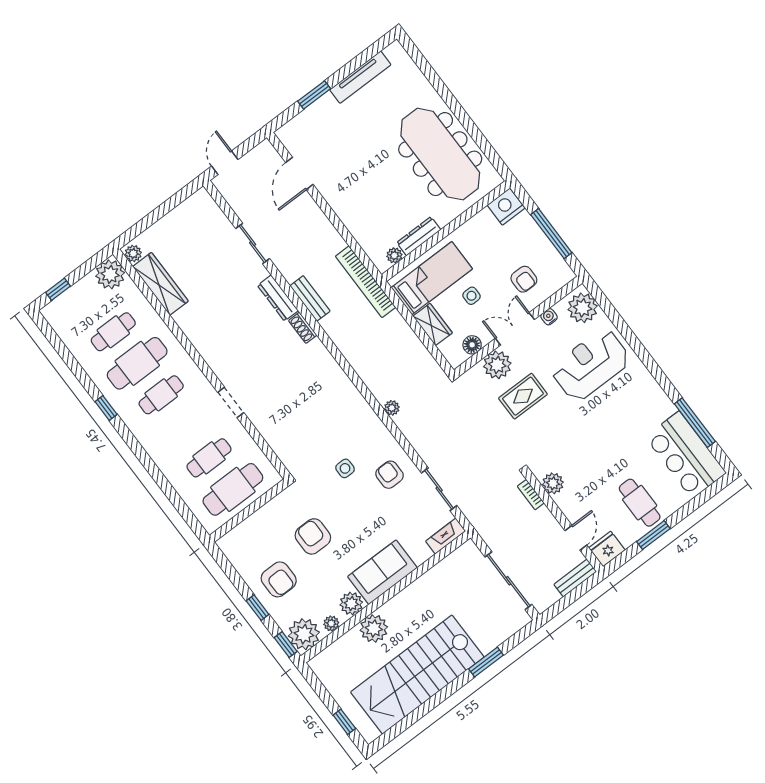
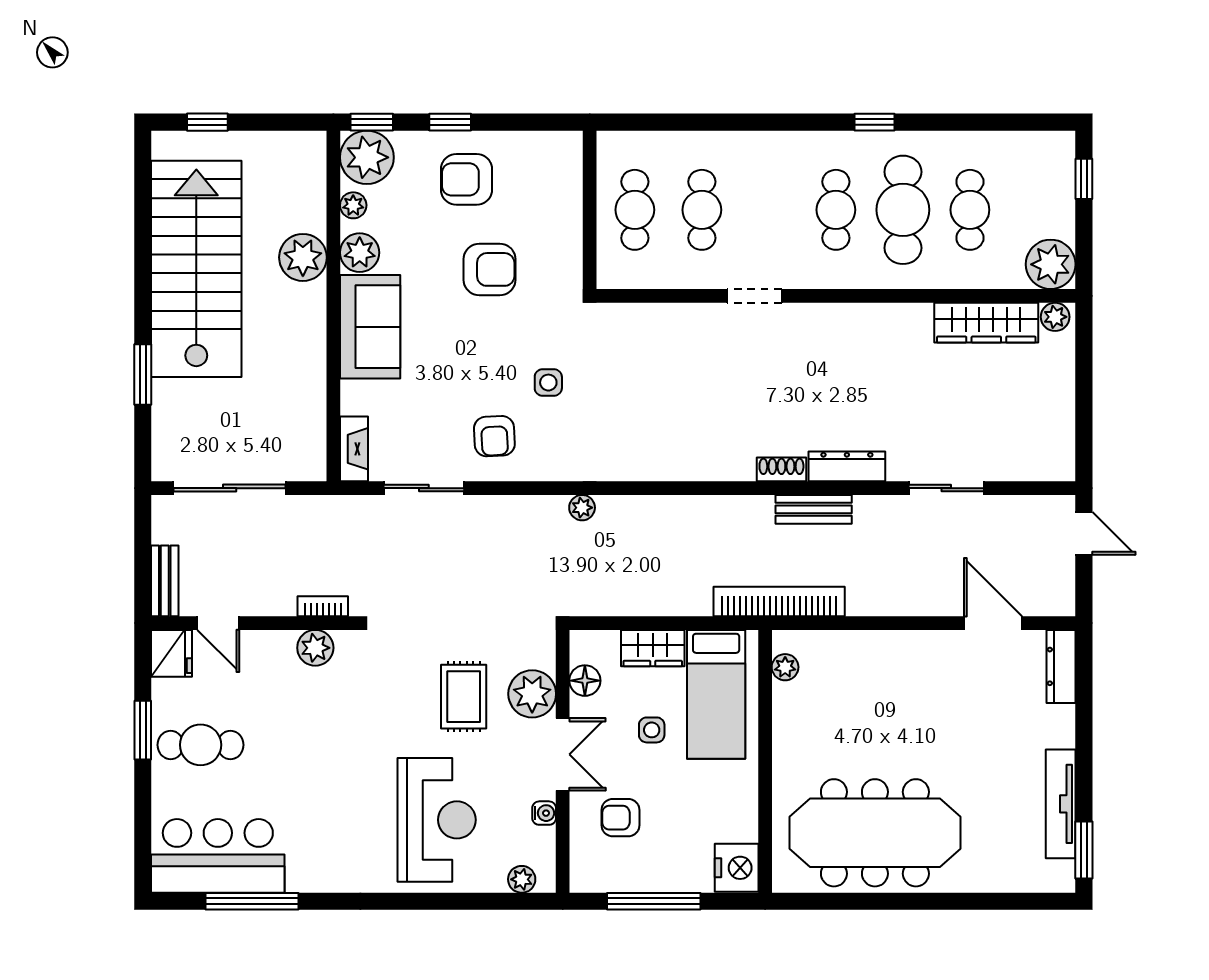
window: (314, 95) -> (1084, 850), moved
dresser: (419, 236) -> (1061, 666), moved, turned 180
plant: (583, 308) -> (522, 879), width x0.53, depth x0.53
armchair: (390, 475) -> (494, 436), turned 87
cafe table: (233, 489) -> (635, 210), width x0.73, depth x0.74

